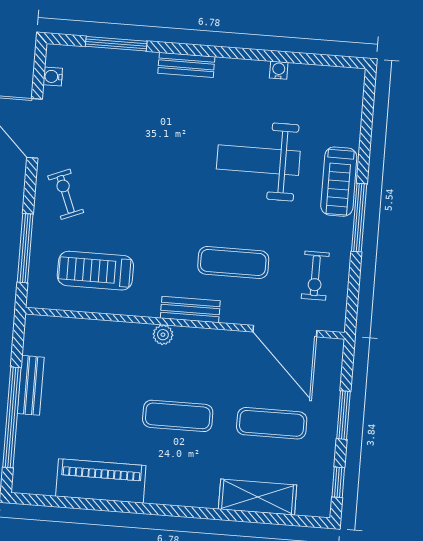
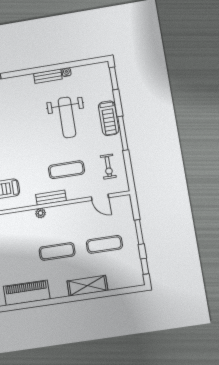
bench: (186, 65) -> (48, 76), moved
window: (368, 105) -> (114, 78), added
weight bench: (258, 160) -> (67, 117), turned -90
door: (285, 331) -> (100, 197), width x0.53
shelving: (258, 497) -> (87, 286), moved

